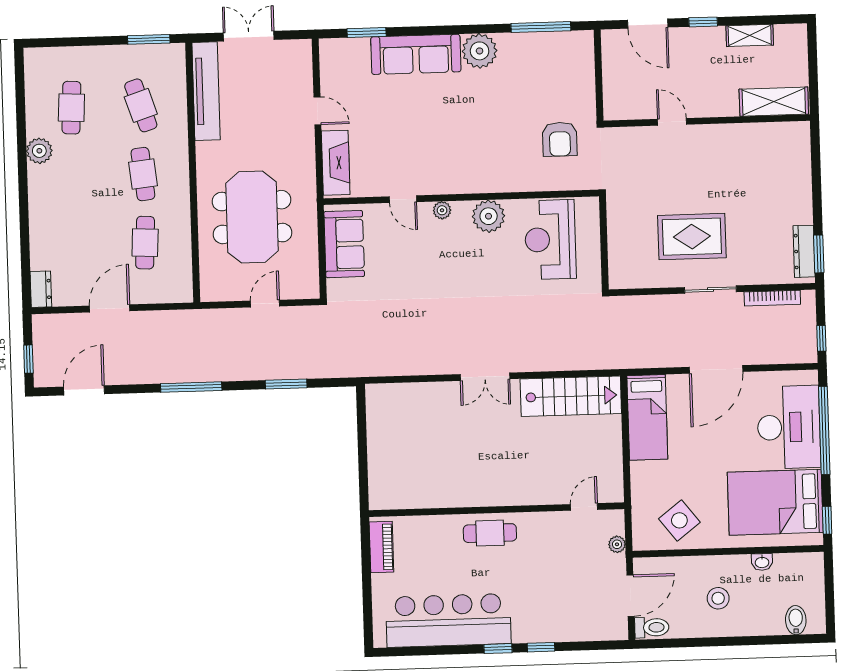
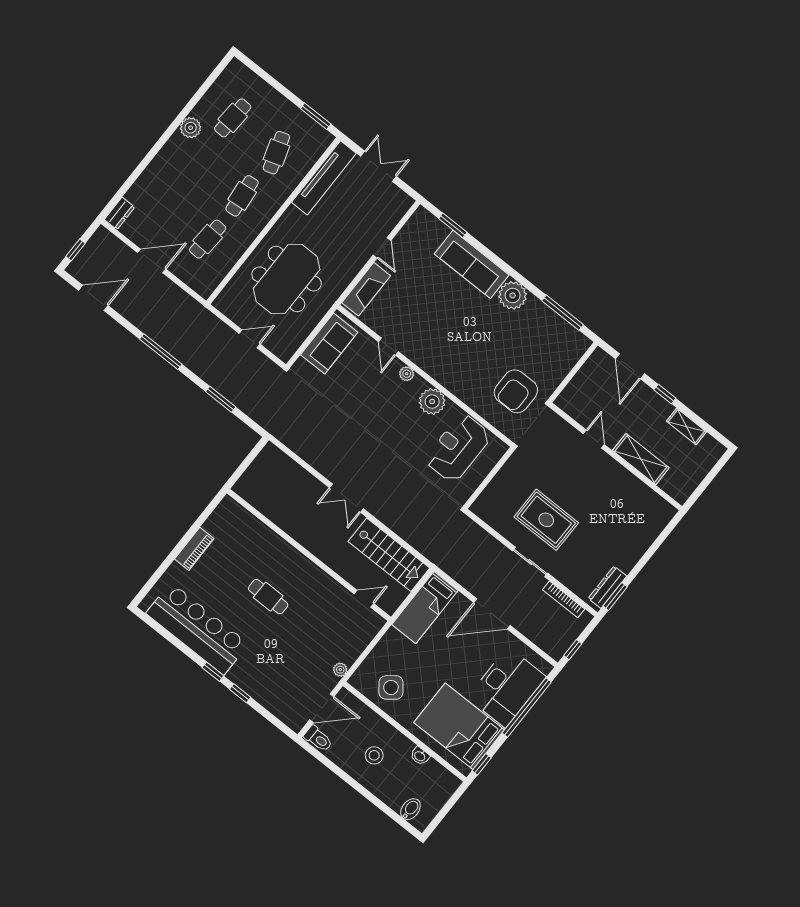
shelving: (774, 102) -> (641, 459), moved
armchair: (560, 139) -> (516, 391), width x1.36, depth x1.36
door: (584, 507) -> (364, 599), moved
wall: (497, 510) -> (309, 555), moved

